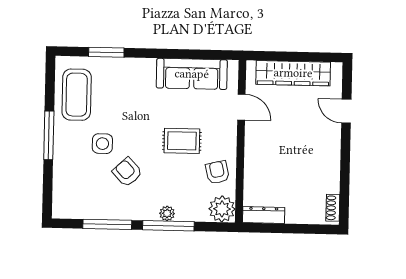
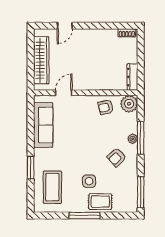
window: (106, 52) -> (31, 168), moved
coffee table: (77, 95) -> (52, 187), moved, turned 90
rug: (182, 141) -> (100, 202), moved, turned 90
armchair: (127, 172) -> (117, 157), moved
window: (107, 224) -> (141, 192), moved

